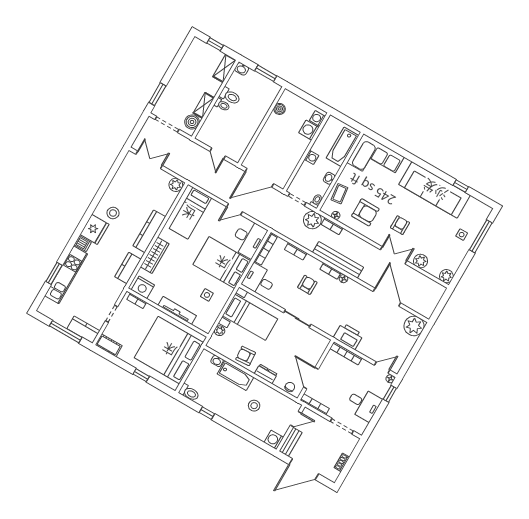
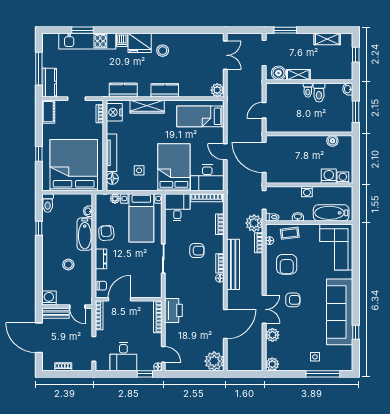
shelving: (224, 68) -> (327, 39), moved
kitchen counter: (149, 231) -> (165, 90), width x0.67
floor lamp: (200, 323) -> (112, 179), added

